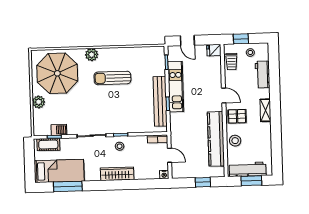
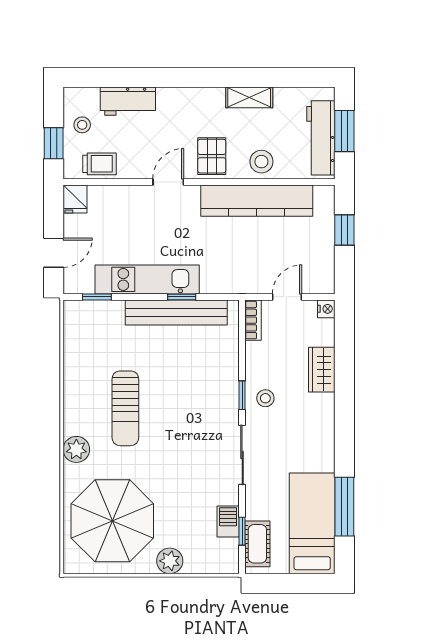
shelving: (266, 110) -> (249, 97), moved
wardrobe: (117, 174) -> (322, 370), moved, width x0.67

